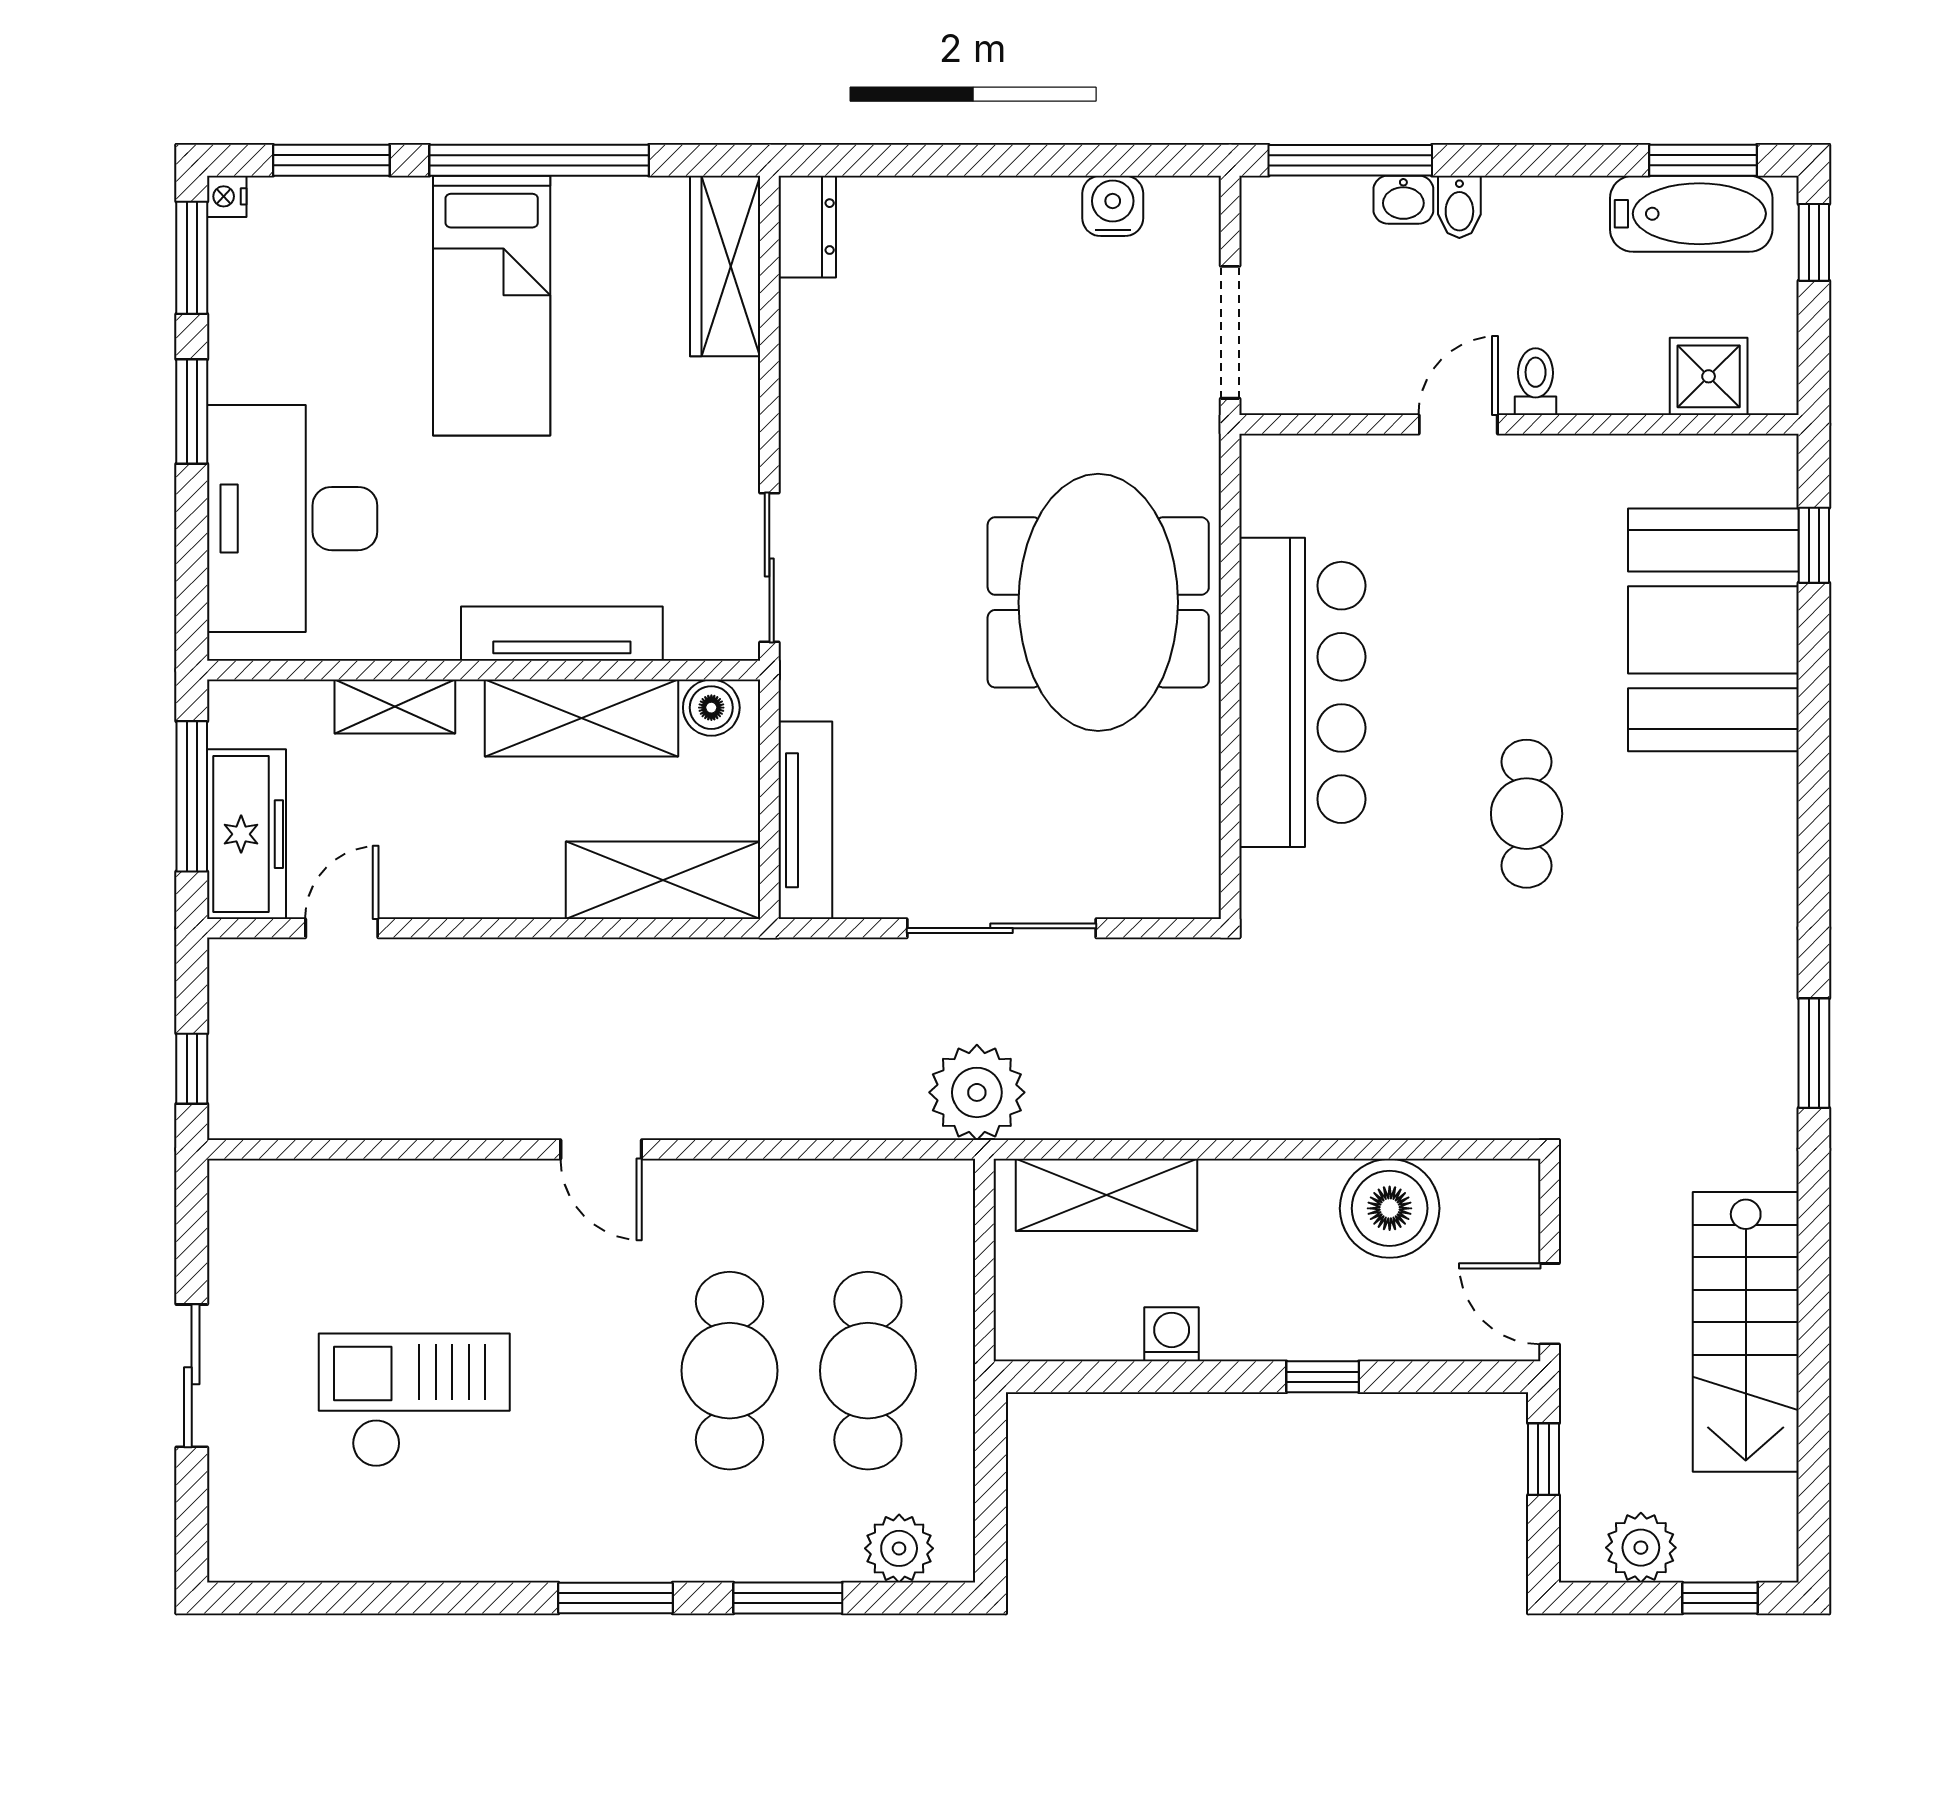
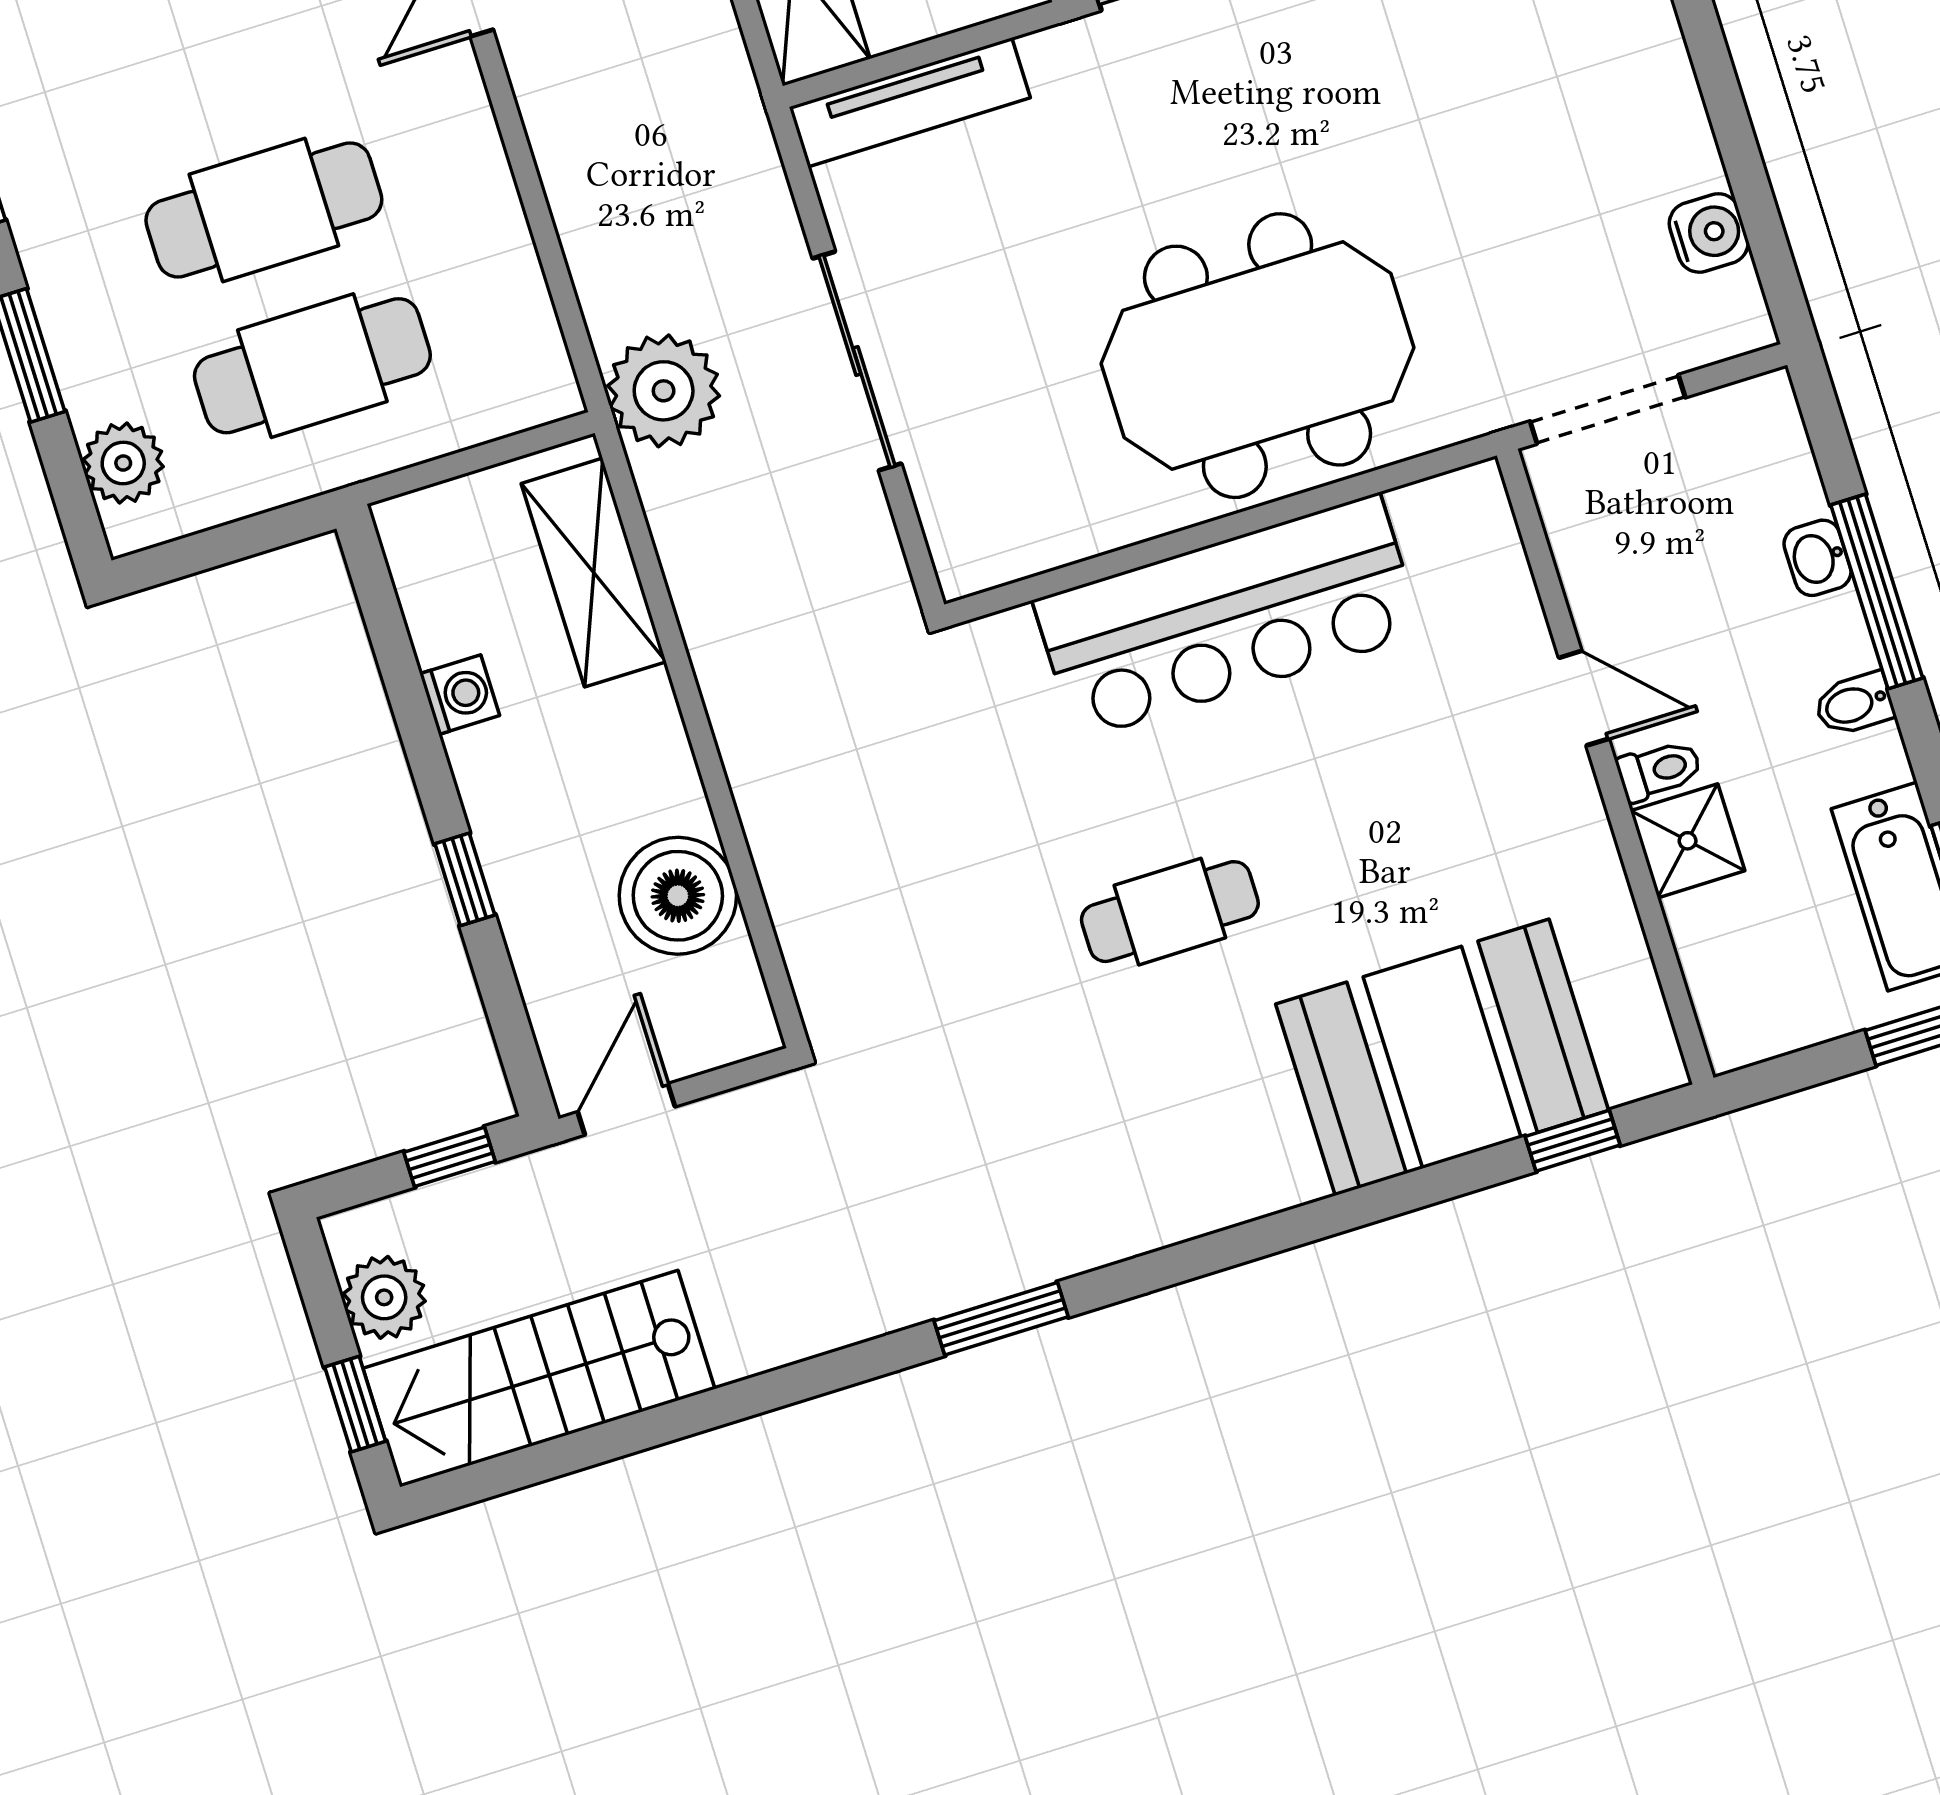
window: (1350, 160) -> (1877, 591), moved
bidet: (1459, 207) -> (1854, 704), moved
shower: (1709, 376) -> (1688, 841), moved
stairs: (1746, 1332) -> (539, 1379), moved

